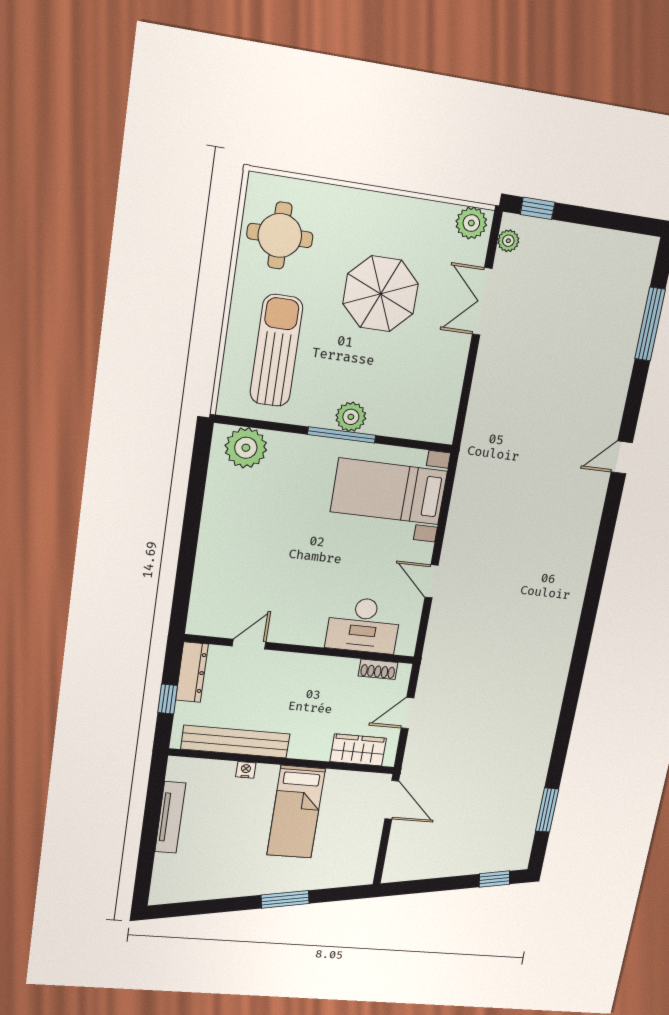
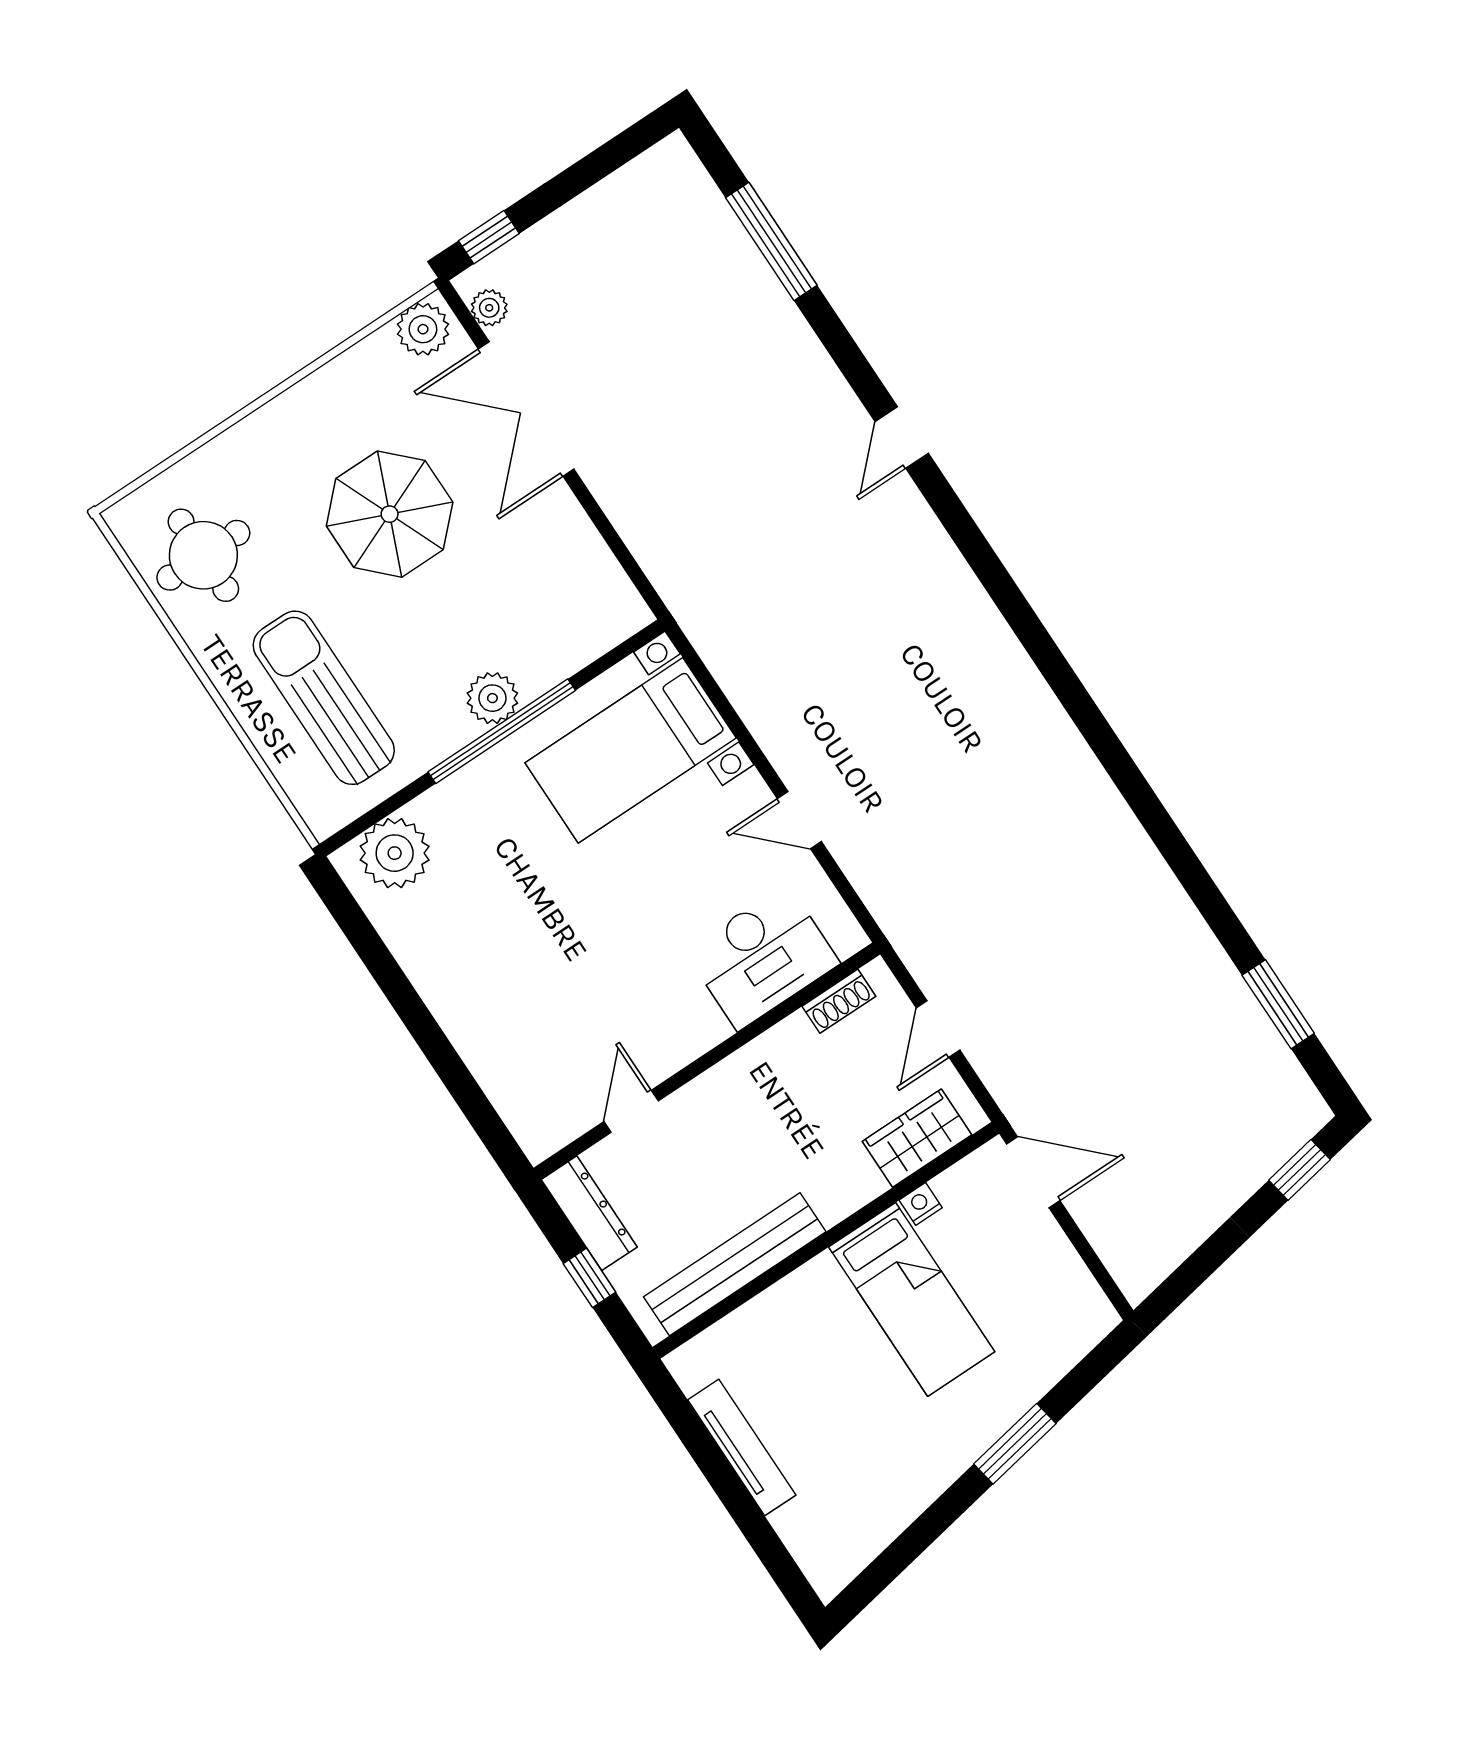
double door: (482, 302) -> (526, 409), width x1.37
window: (342, 435) -> (502, 731), width x1.46
nightstand: (246, 770) -> (921, 1204), moved

